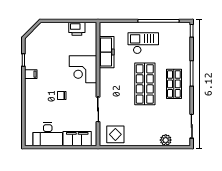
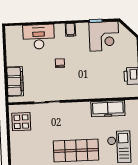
corner desk: (83, 69) -> (104, 36), moved, turned 180
filing cabinet: (31, 74) -> (70, 30), moved
desk: (48, 134) -> (39, 37), moved, turned 90

